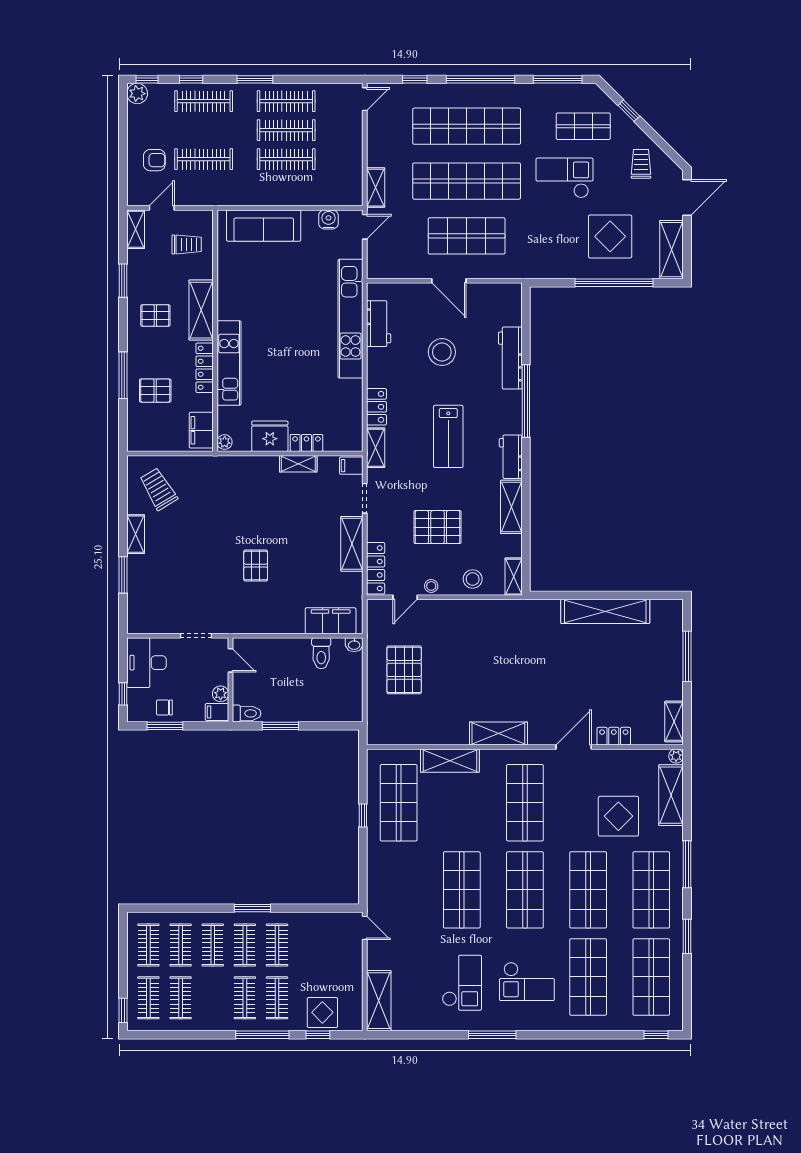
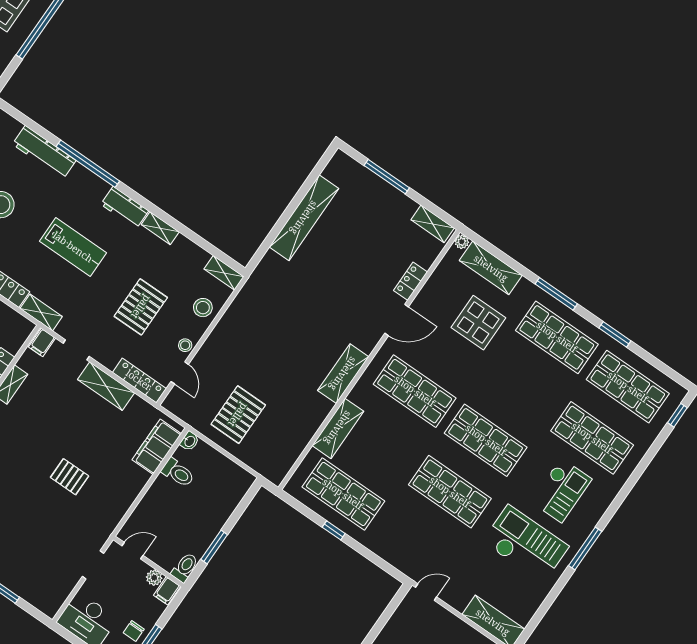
shelving: (511, 507) -> (160, 228), width x0.67, depth x0.75
pallet: (404, 670) -> (238, 415), turned 90
door: (574, 747) -> (397, 320), swing flipped
shop shelf: (588, 890) -> (521, 389), removed
checkout: (462, 983) -> (526, 544), width x1.36, depth x1.21

